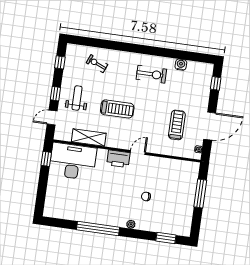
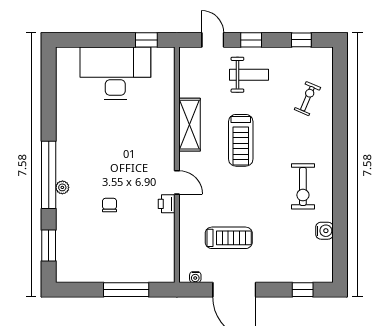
shelving: (89, 137) -> (190, 125), moved
printer: (118, 159) -> (167, 204), moved, width x0.53, depth x0.68
desk: (73, 161) -> (115, 73), moved, turned -90
window: (98, 228) -> (49, 175), moved

